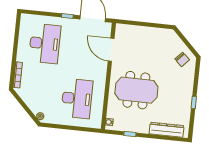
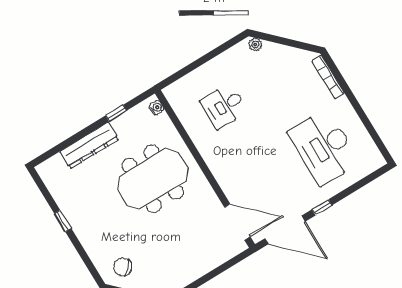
door: (111, 50) -> (237, 222), moved
desk: (77, 99) -> (224, 106), width x0.53, depth x0.77
dresser: (167, 130) -> (89, 145), moved

